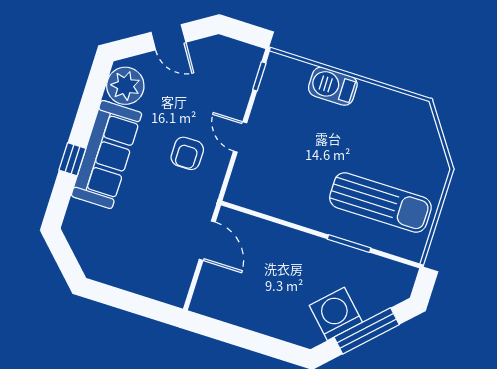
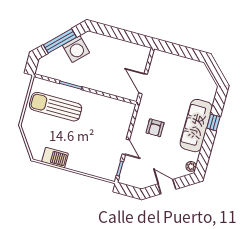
plant: (125, 86) -> (191, 166), width x0.53, depth x0.53
barbecue: (333, 86) -> (55, 158), moved
door: (240, 137) -> (126, 147), moved
armchair: (187, 153) -> (155, 128), turned 180

